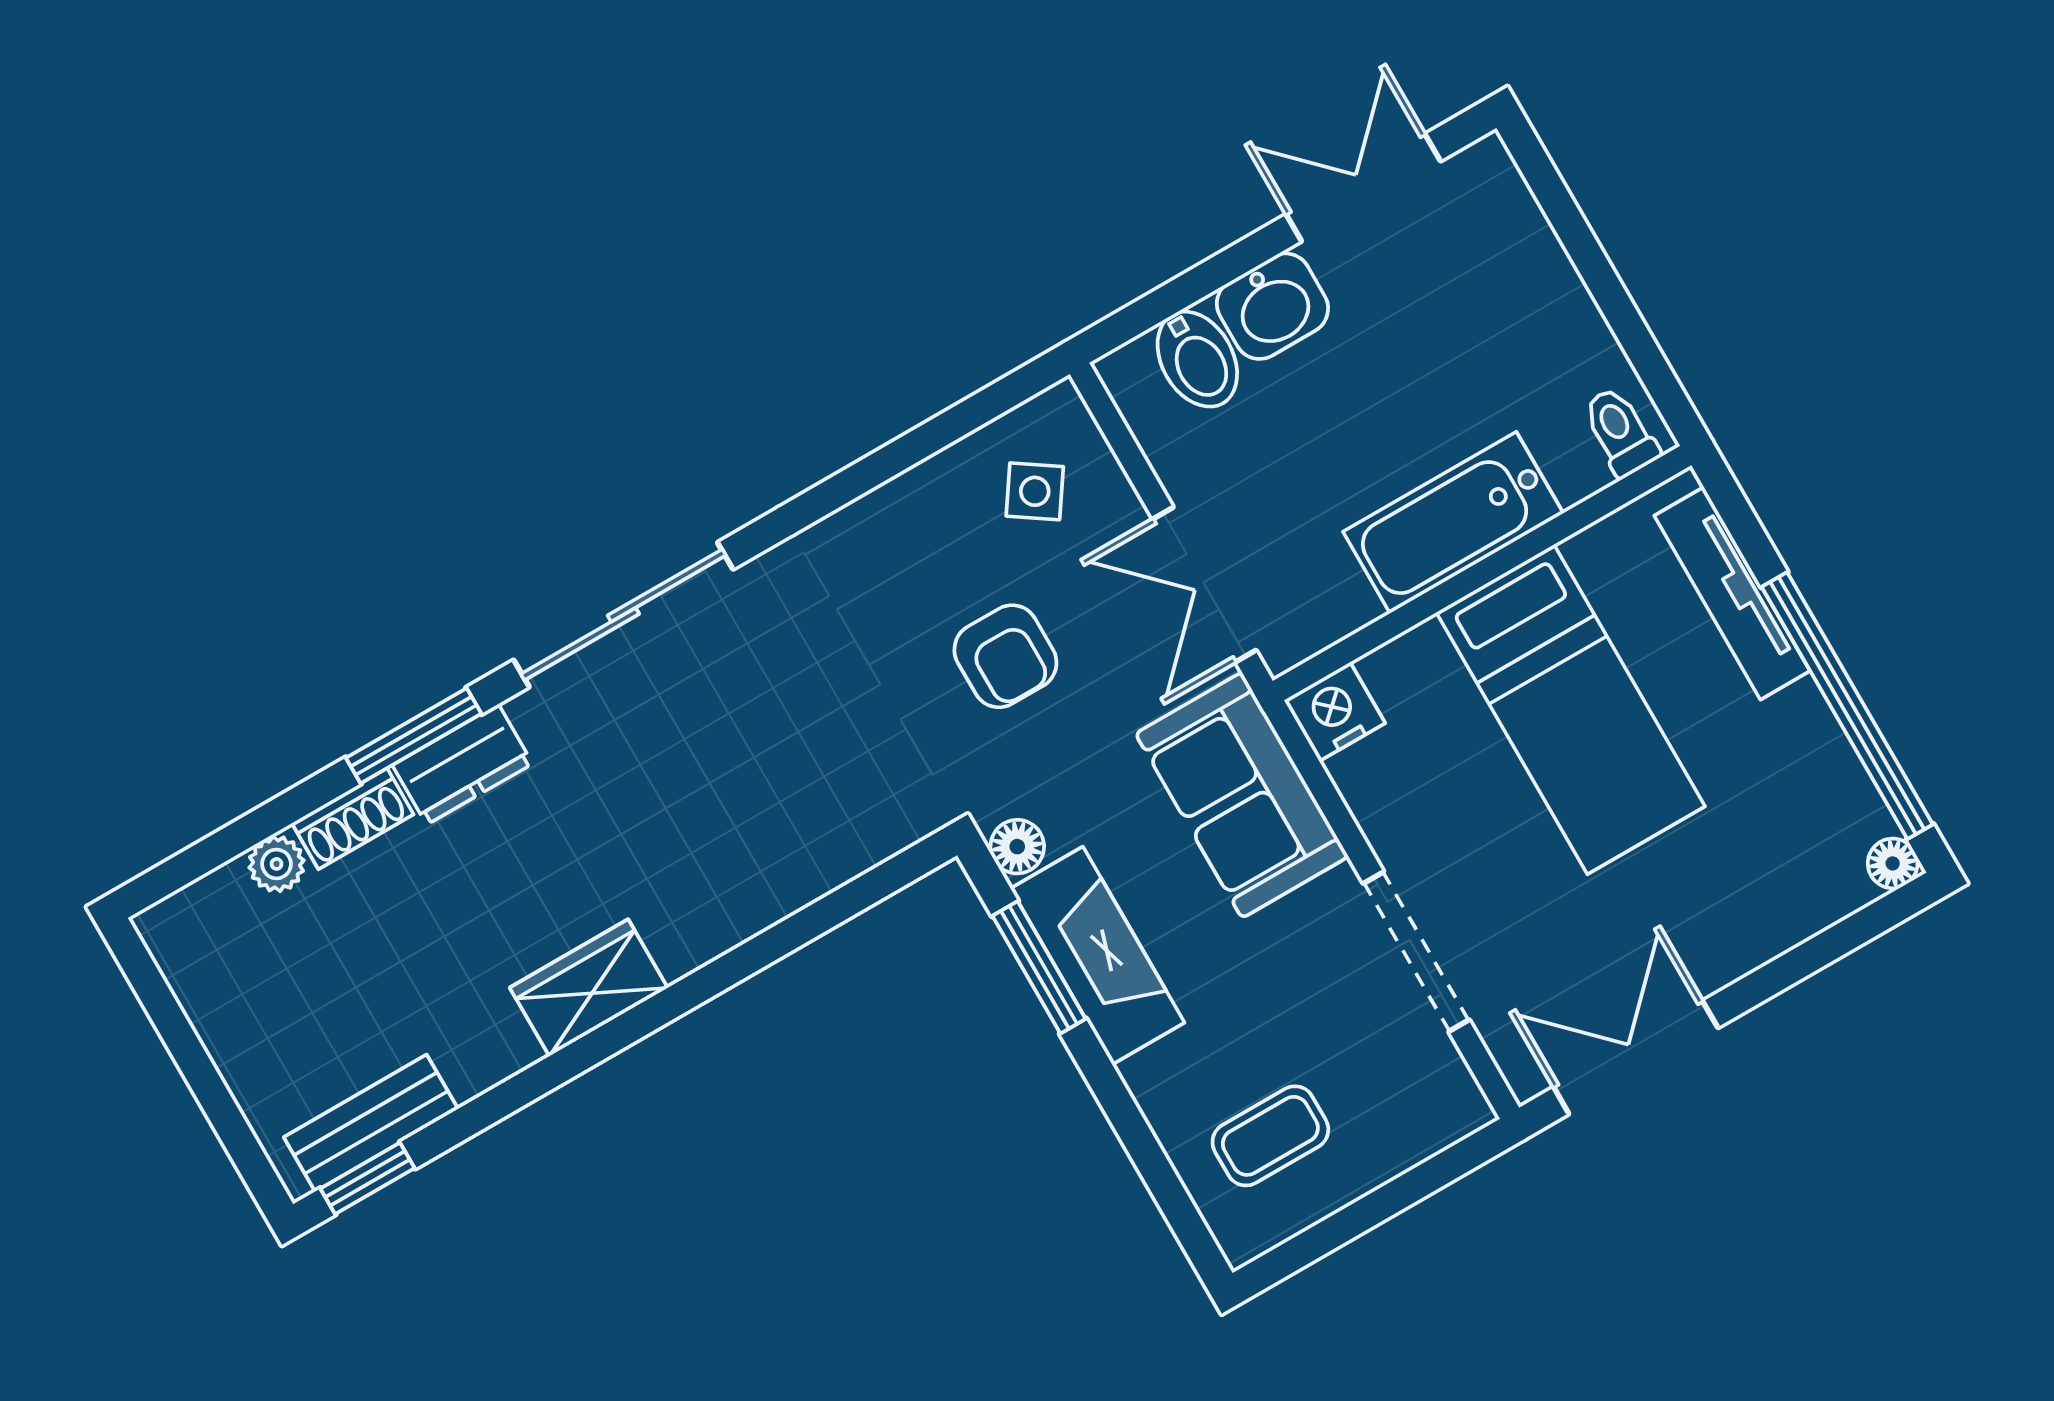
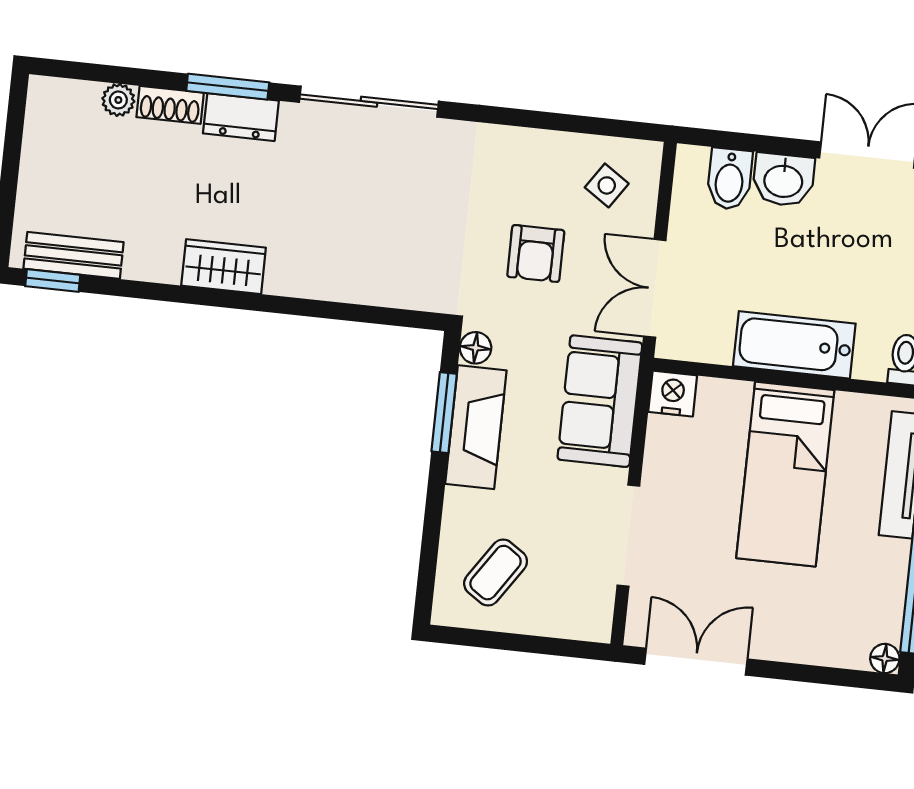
coffee table: (1270, 1136) -> (496, 573), turned -56

